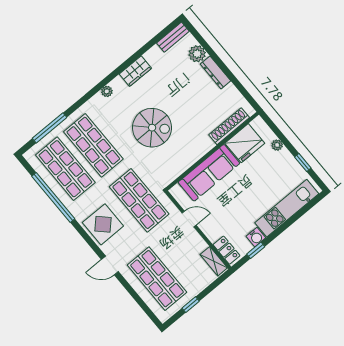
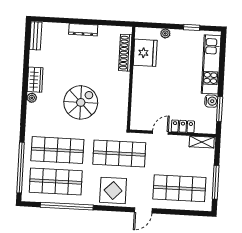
plant: (197, 54) -> (60, 30), removed
plant: (107, 91) -> (32, 98), moved
window: (50, 128) -> (21, 168), width x1.46
sofa: (209, 173) -> (143, 93), removed
locker: (226, 250) -> (183, 126), moved
window: (256, 250) -> (220, 109), width x1.50
window: (191, 305) -> (216, 182), width x2.17

